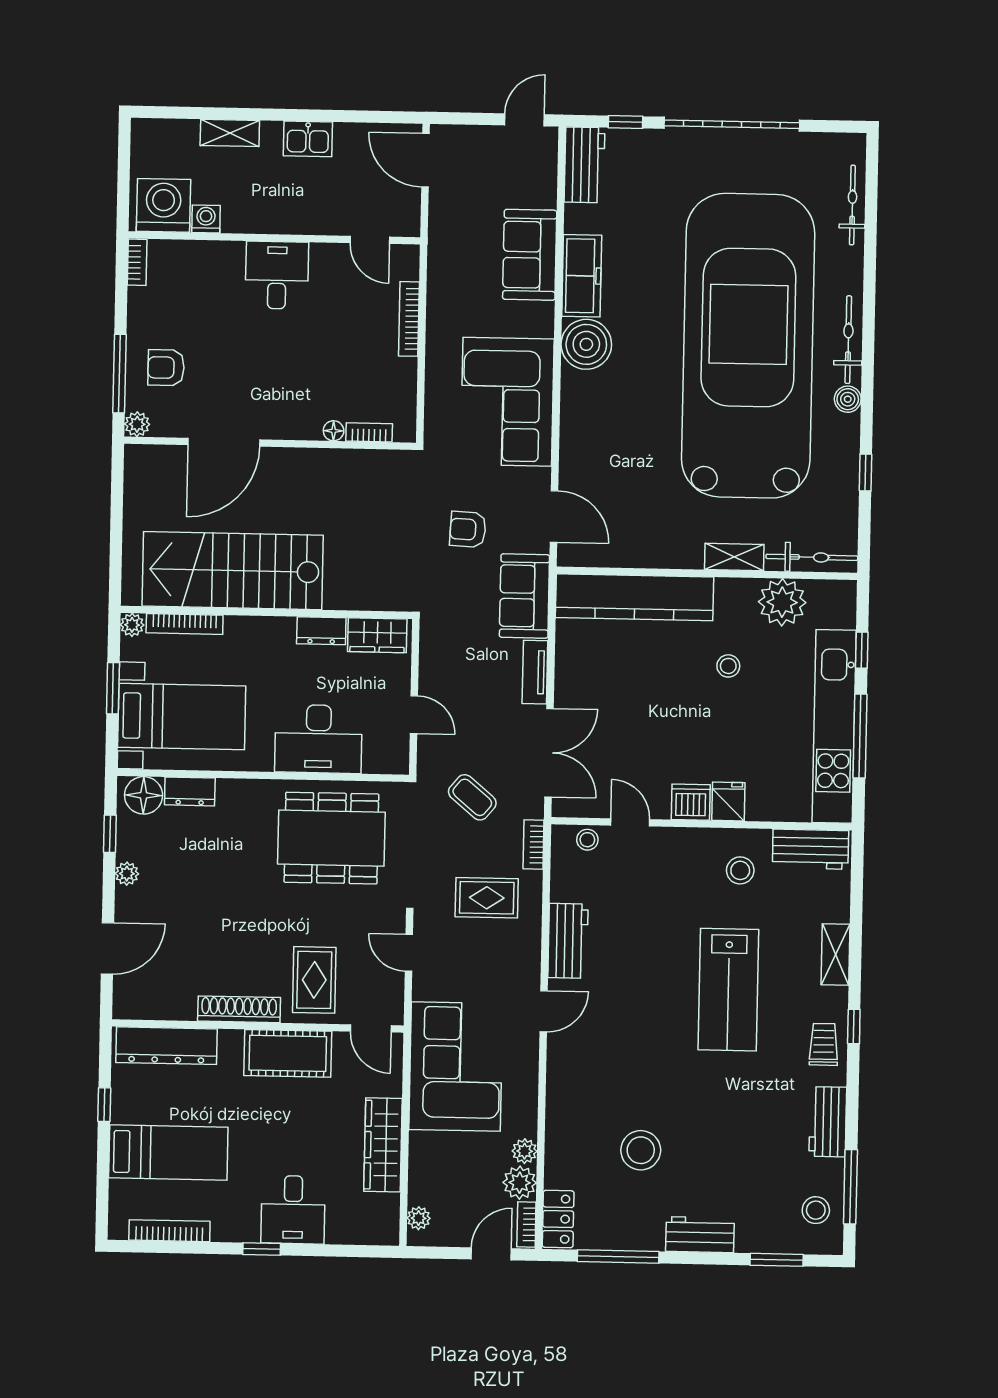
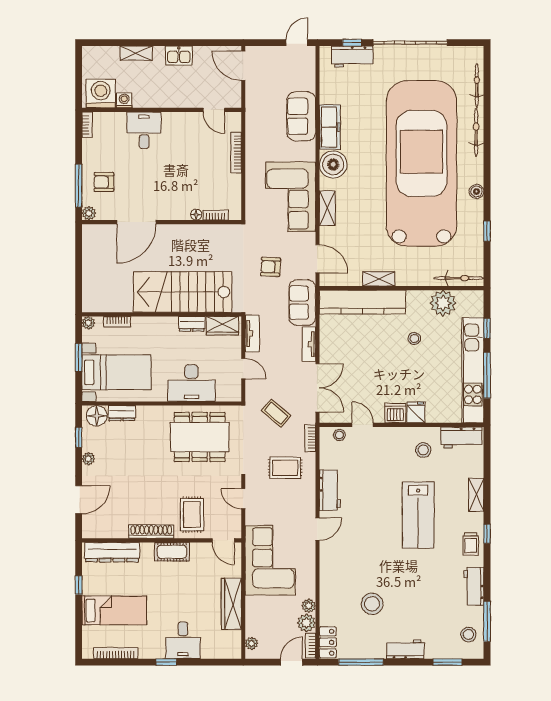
workbench: (584, 165) -> (352, 57), moved, turned 90
desk: (277, 275) -> (144, 130), moved
bicycle: (848, 340) -> (476, 132), moved
shelving: (574, 424) -> (327, 208), added
shelving: (734, 557) -> (379, 279), moved
stairs: (233, 571) -> (183, 292), moved
bookcase: (185, 624) -> (117, 322), width x0.64
tv unit: (432, 651) -> (252, 333), added
trolley: (824, 1044) -> (471, 544), turned 180
cot: (288, 1053) -> (172, 552), width x0.73, depth x0.75

